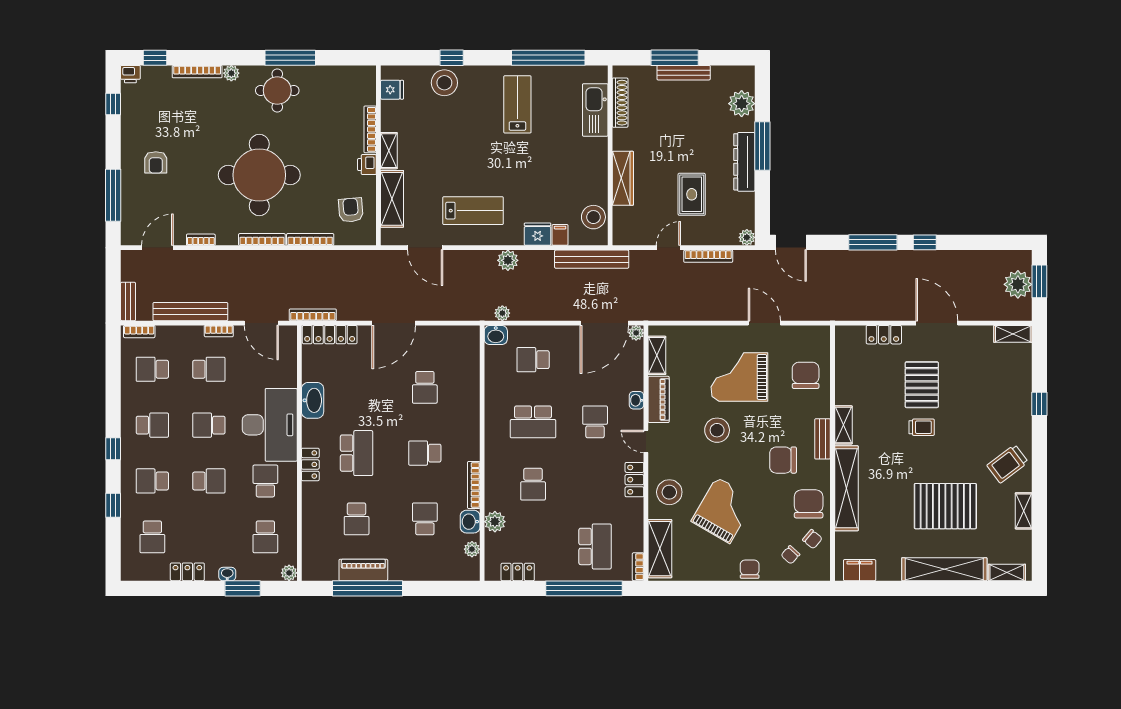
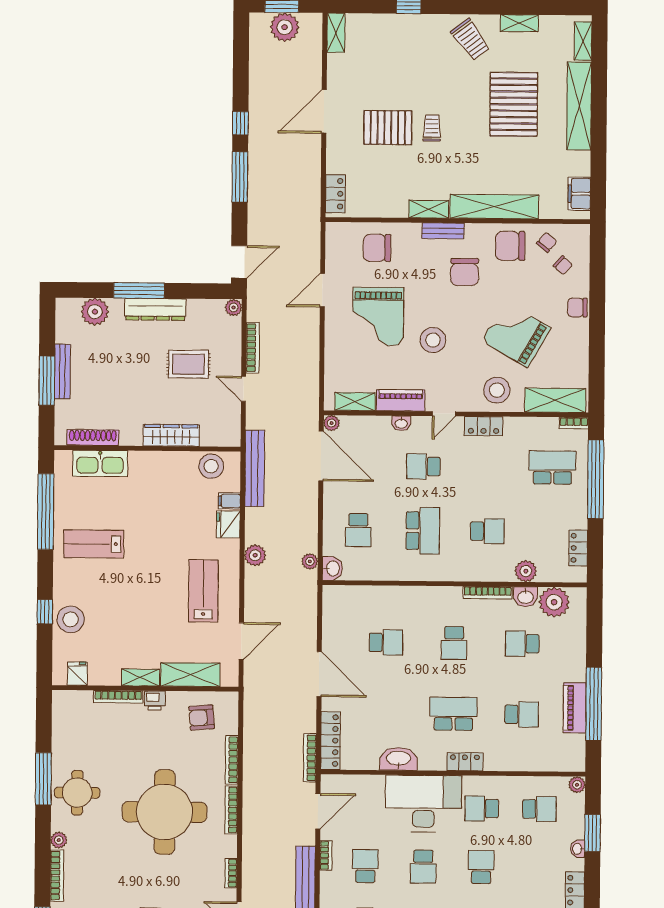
locker: (884, 335) -> (335, 194), moved
plant: (472, 549) -> (554, 602), width x1.88, depth x1.88

